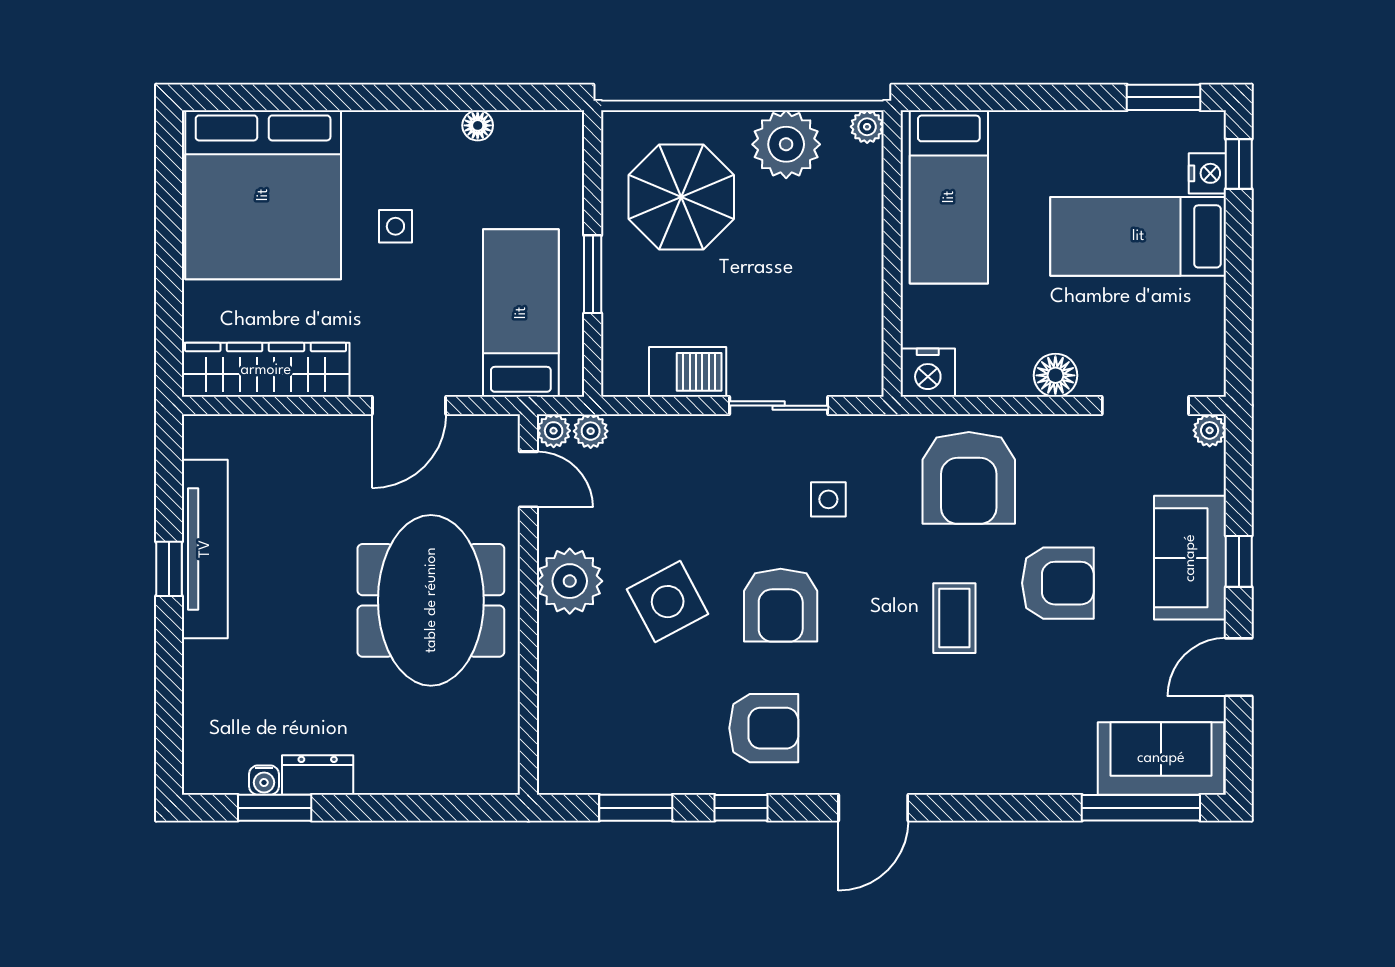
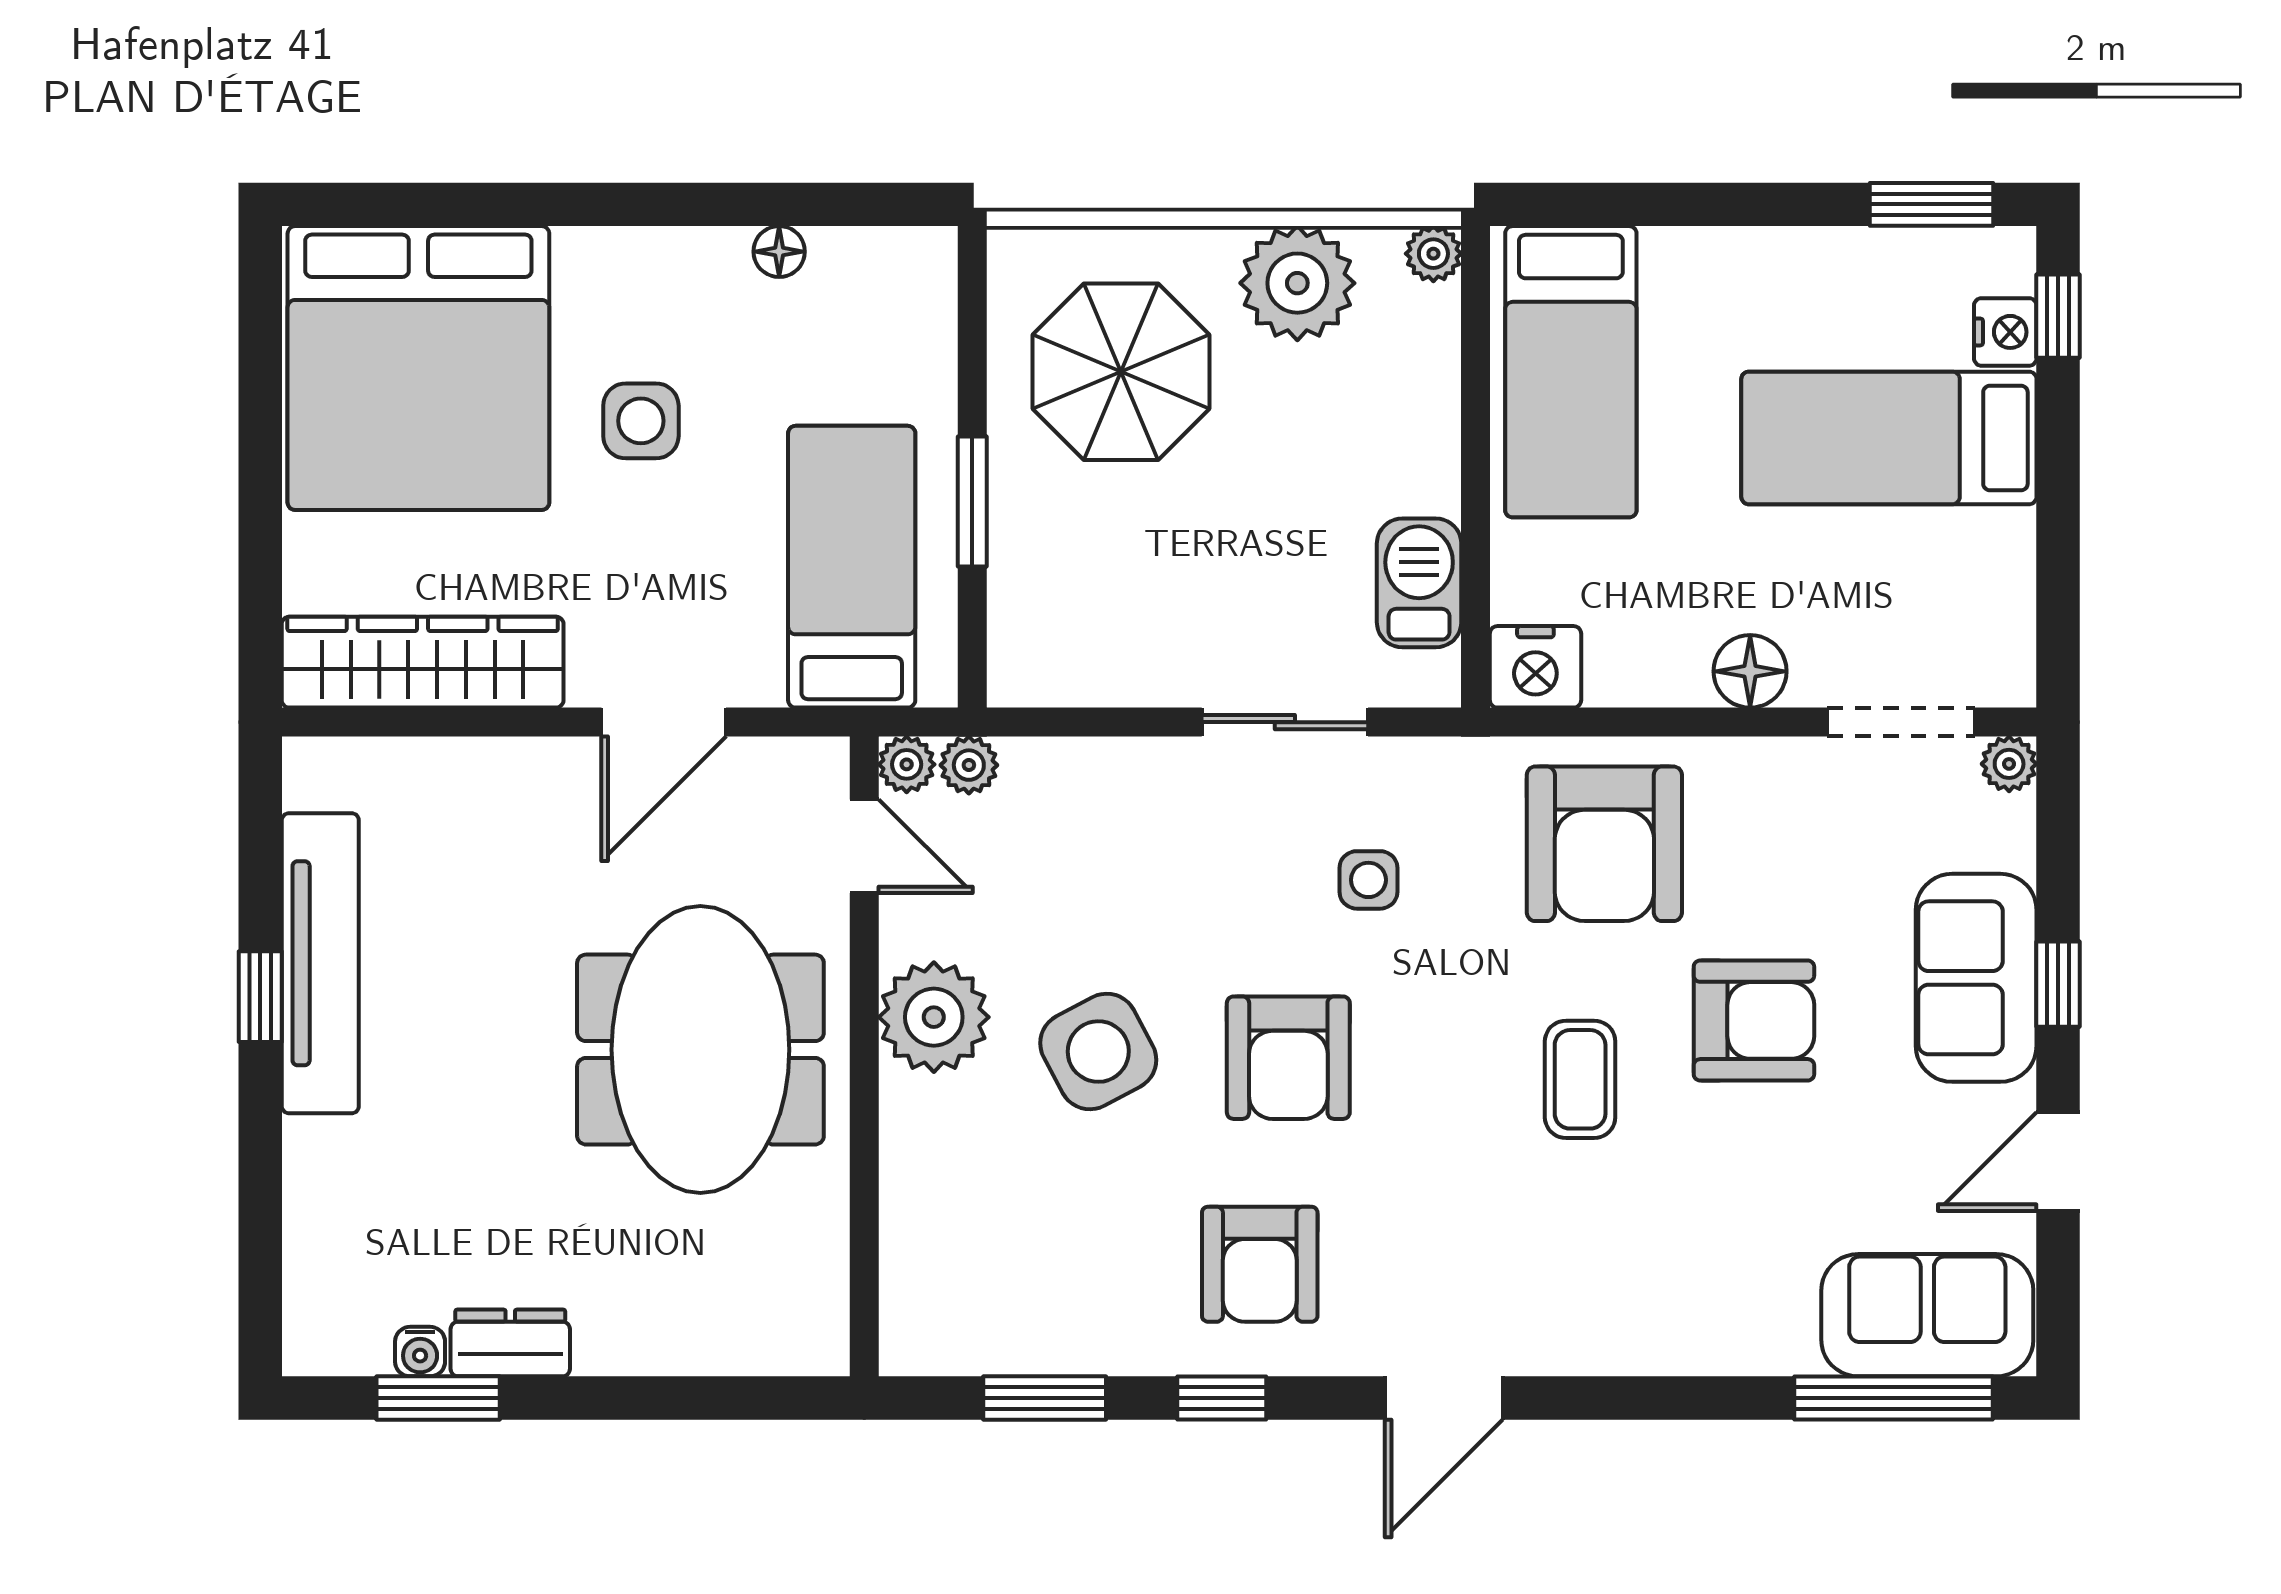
side table: (395, 226) -> (641, 421), width x1.37, depth x1.37
barbecue: (688, 372) -> (1419, 583), moved, turned -90
armchair: (764, 728) -> (1260, 1264), turned 90

